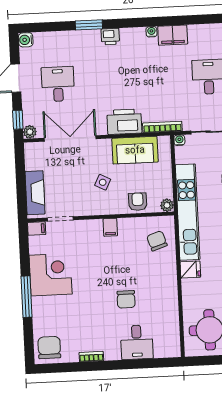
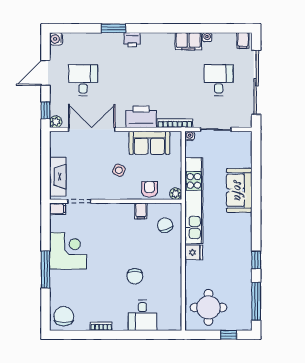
water cooler: (151, 32) -> (207, 37), moved
filing cabinet: (110, 227) -> (141, 211), moved

